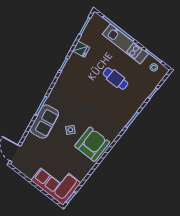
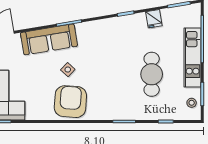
cafe table: (116, 79) -> (152, 74), width x1.37, depth x1.35
sofa: (44, 122) -> (49, 39), width x1.36
armchair: (92, 144) -> (70, 102), turned -86

